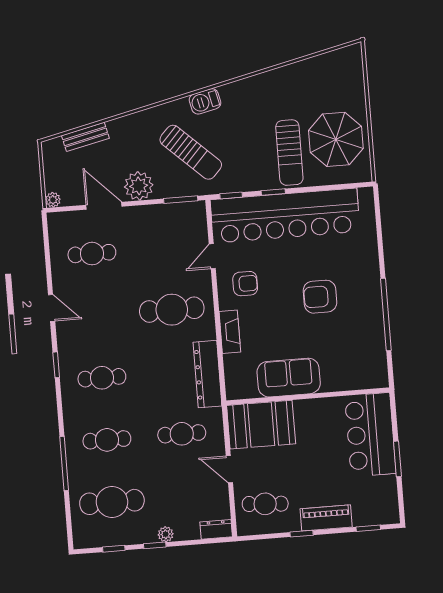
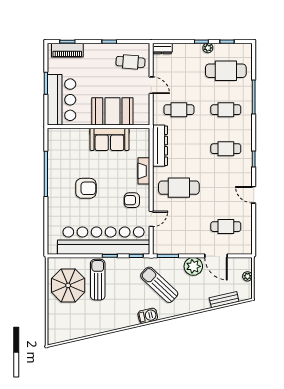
plant: (53, 200) -> (247, 276), moved
booth: (261, 425) -> (112, 111), moved
piano: (326, 518) -> (67, 50), moved
plant: (166, 534) -> (208, 48), moved

